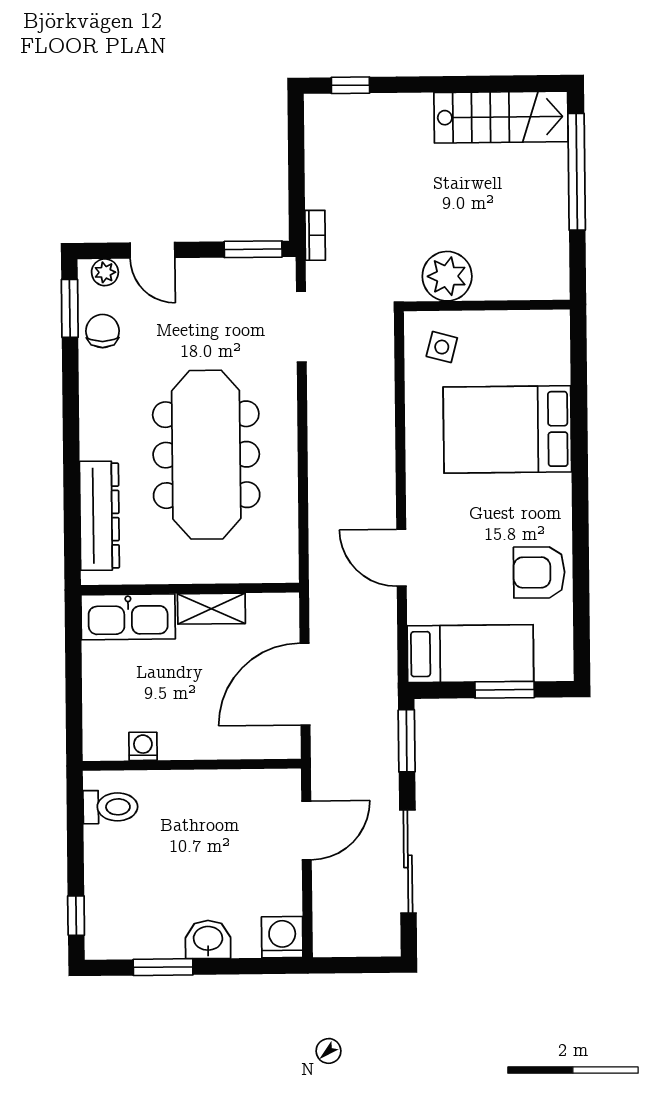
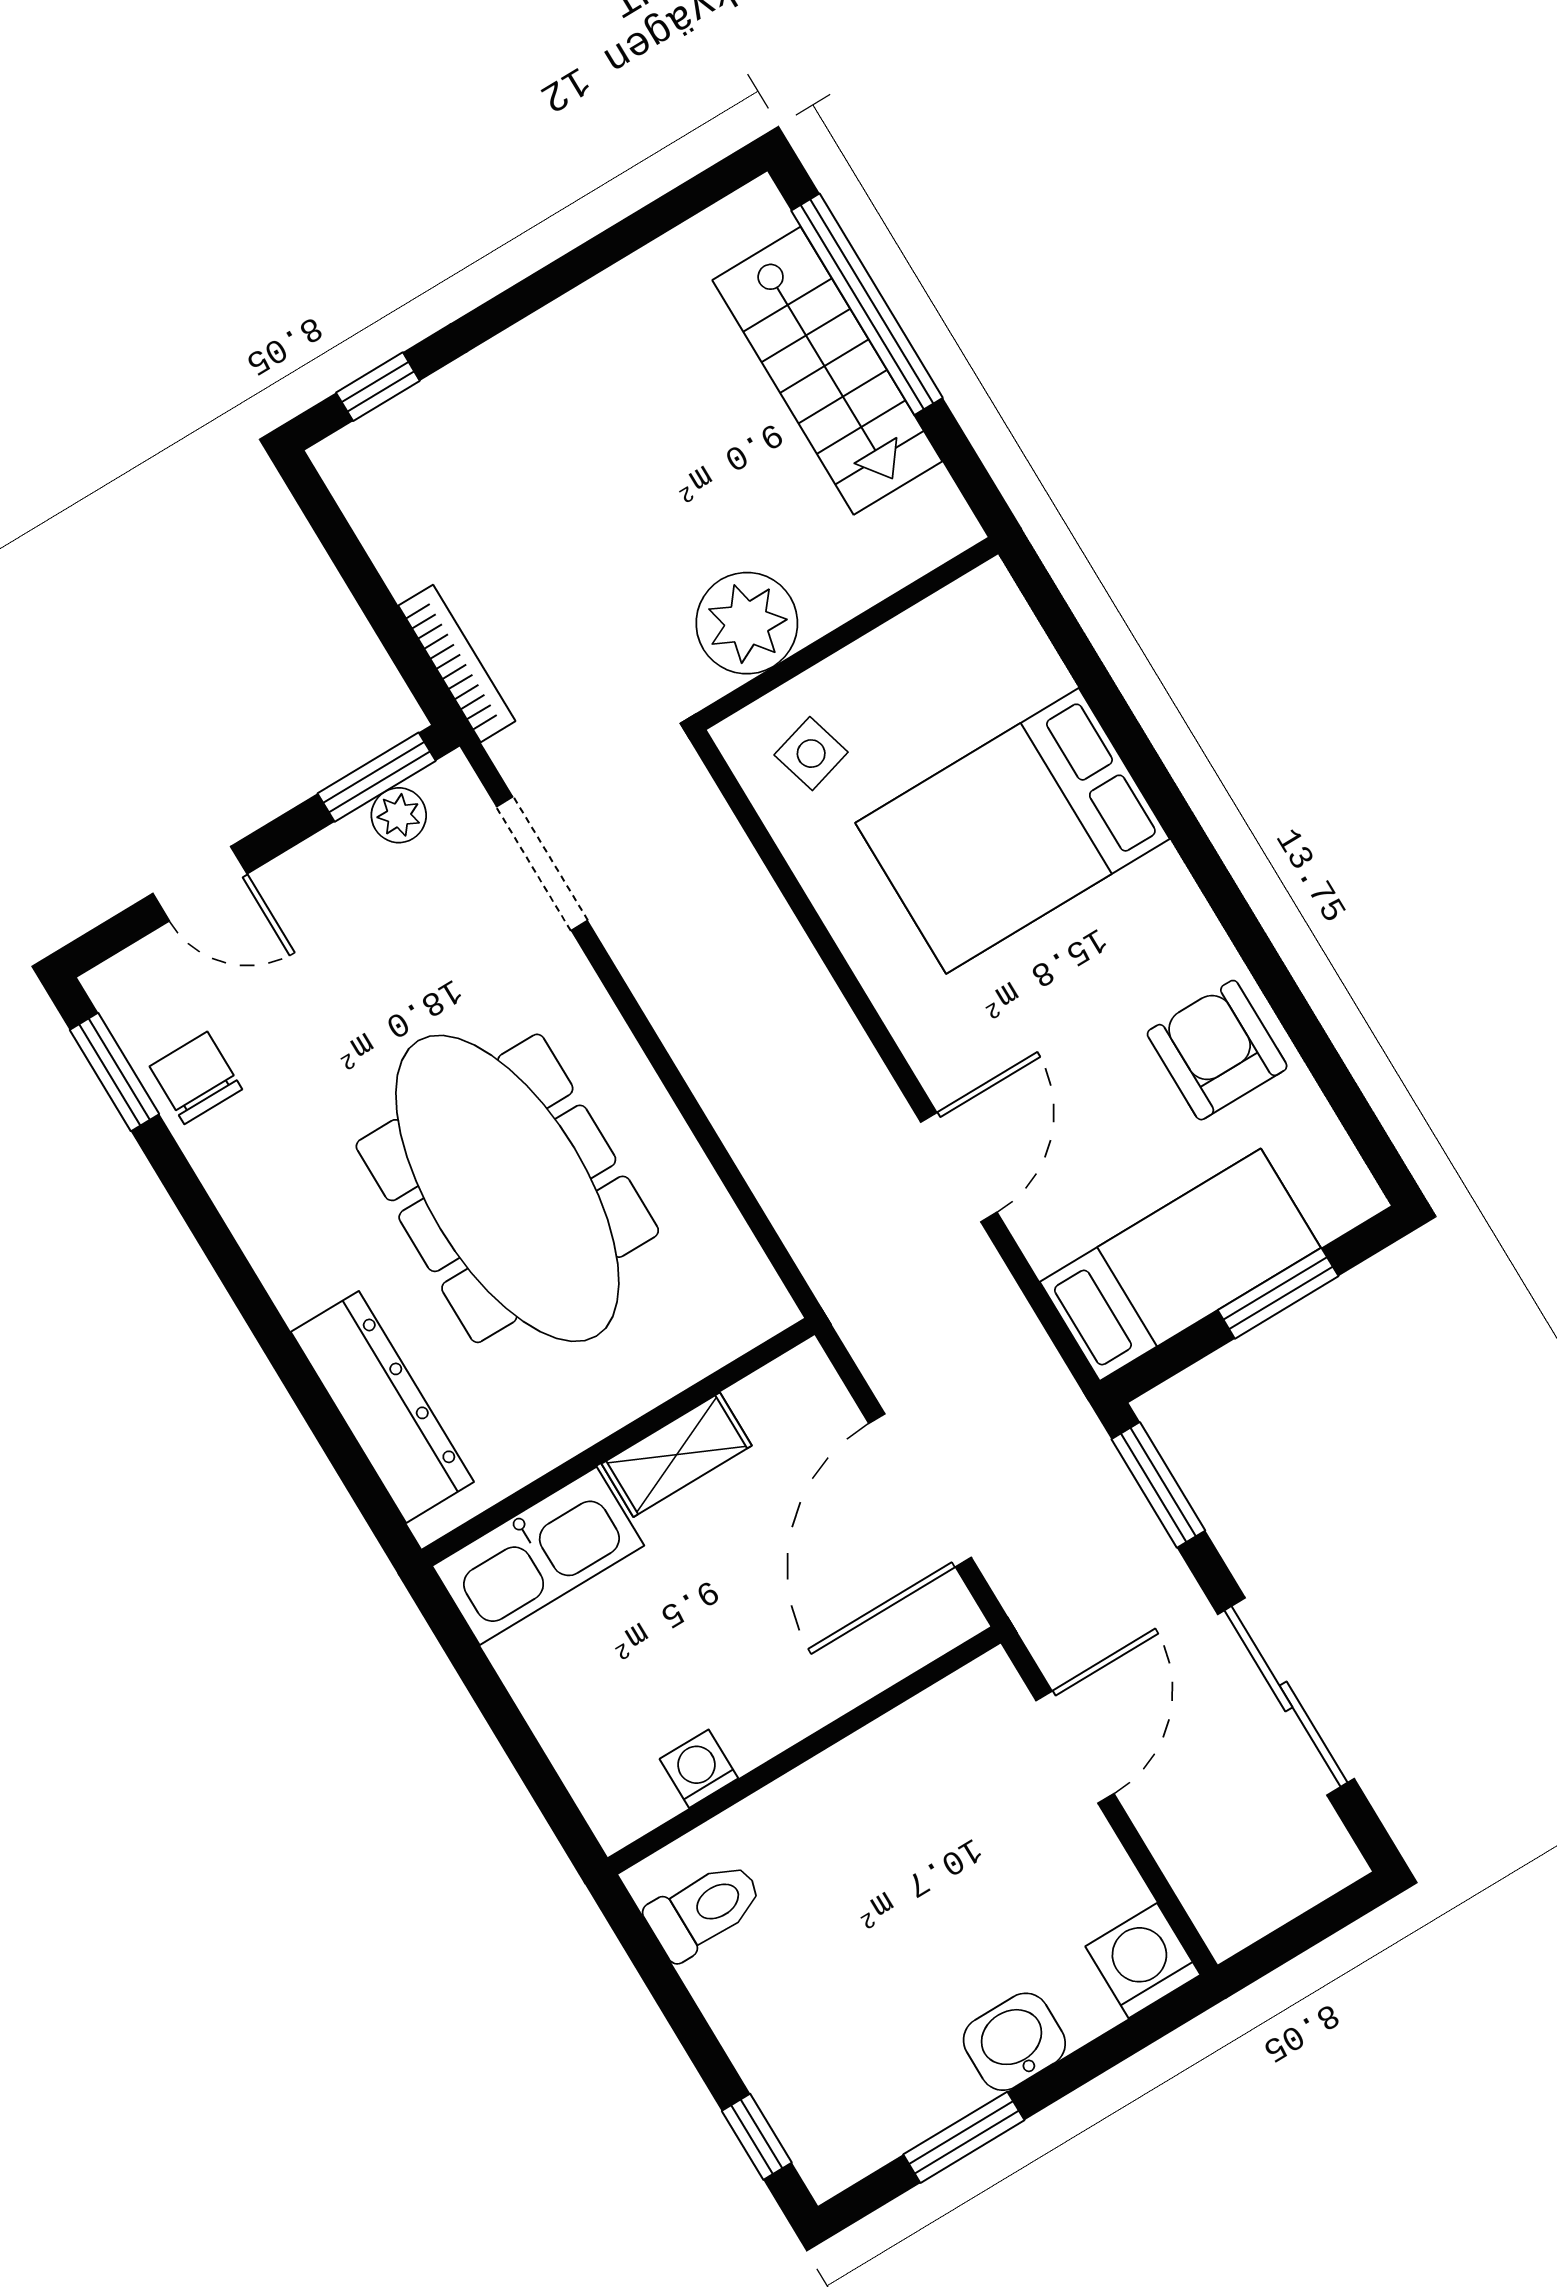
stairs: (501, 117) -> (827, 371), moved, turned 90
bookcase: (315, 235) -> (457, 663), width x1.56
plant: (105, 272) -> (399, 815), moved
side table: (442, 347) -> (811, 754), turned -31
door: (401, 558) -> (959, 1167), swing flipped
armchair: (539, 572) -> (1217, 1050), turned 90

